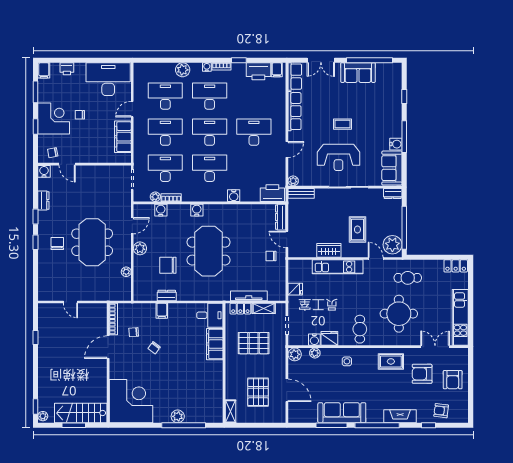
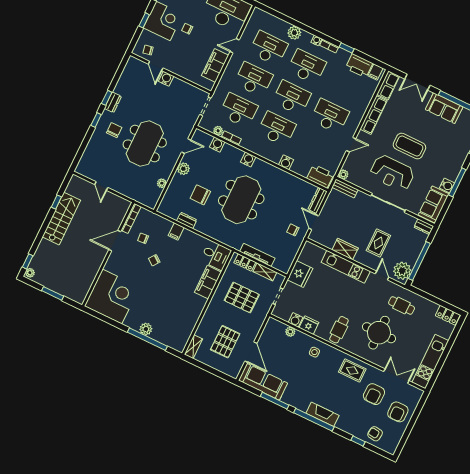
coffee table: (343, 124) -> (409, 146), width x1.86, depth x1.72
water cooler: (44, 171) -> (166, 79), moved
dresser: (43, 200) -> (113, 102), moved
fridge: (295, 289) -> (300, 274), width x1.88, depth x1.34
plant: (295, 354) -> (272, 324), removed
armchair: (422, 374) -> (374, 394), turned -90
stairs: (81, 413) -> (61, 219), moved, turned 90
sofa: (342, 413) -> (263, 382), moved
fireplace: (400, 416) -> (323, 414), moved

